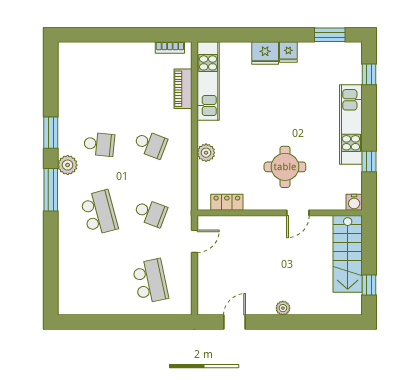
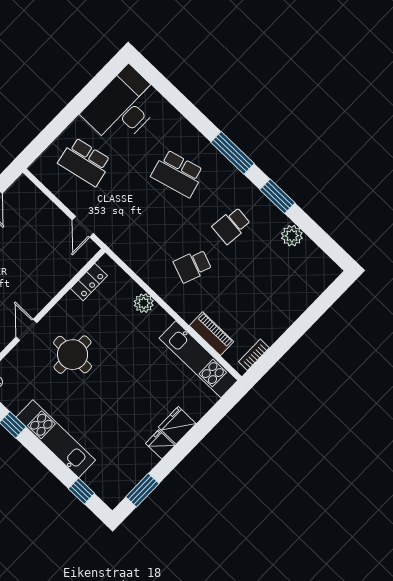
plant: (68, 165) -> (292, 236), moved
school desk: (150, 213) -> (139, 214), removed
desk: (90, 291) -> (123, 107), added

